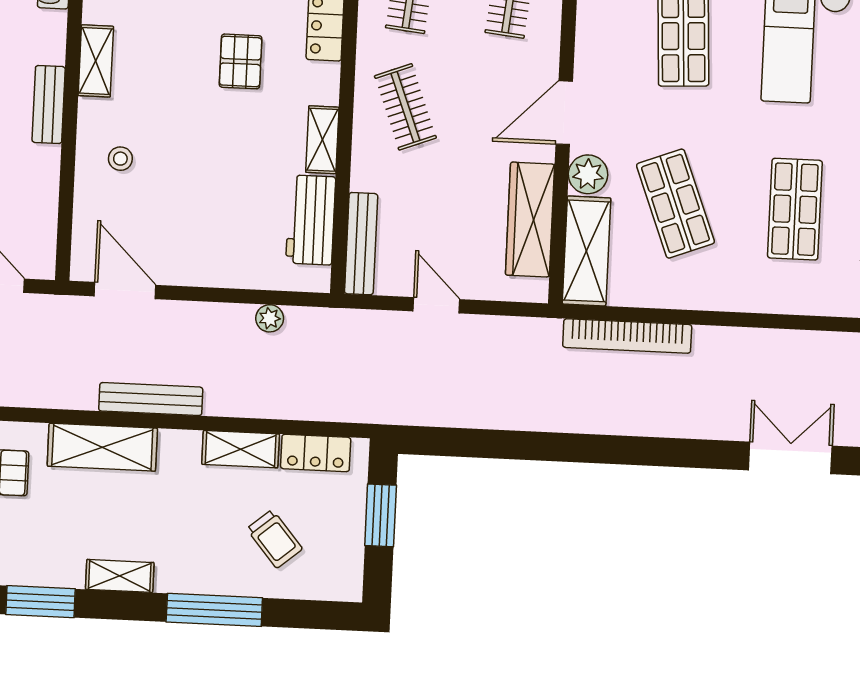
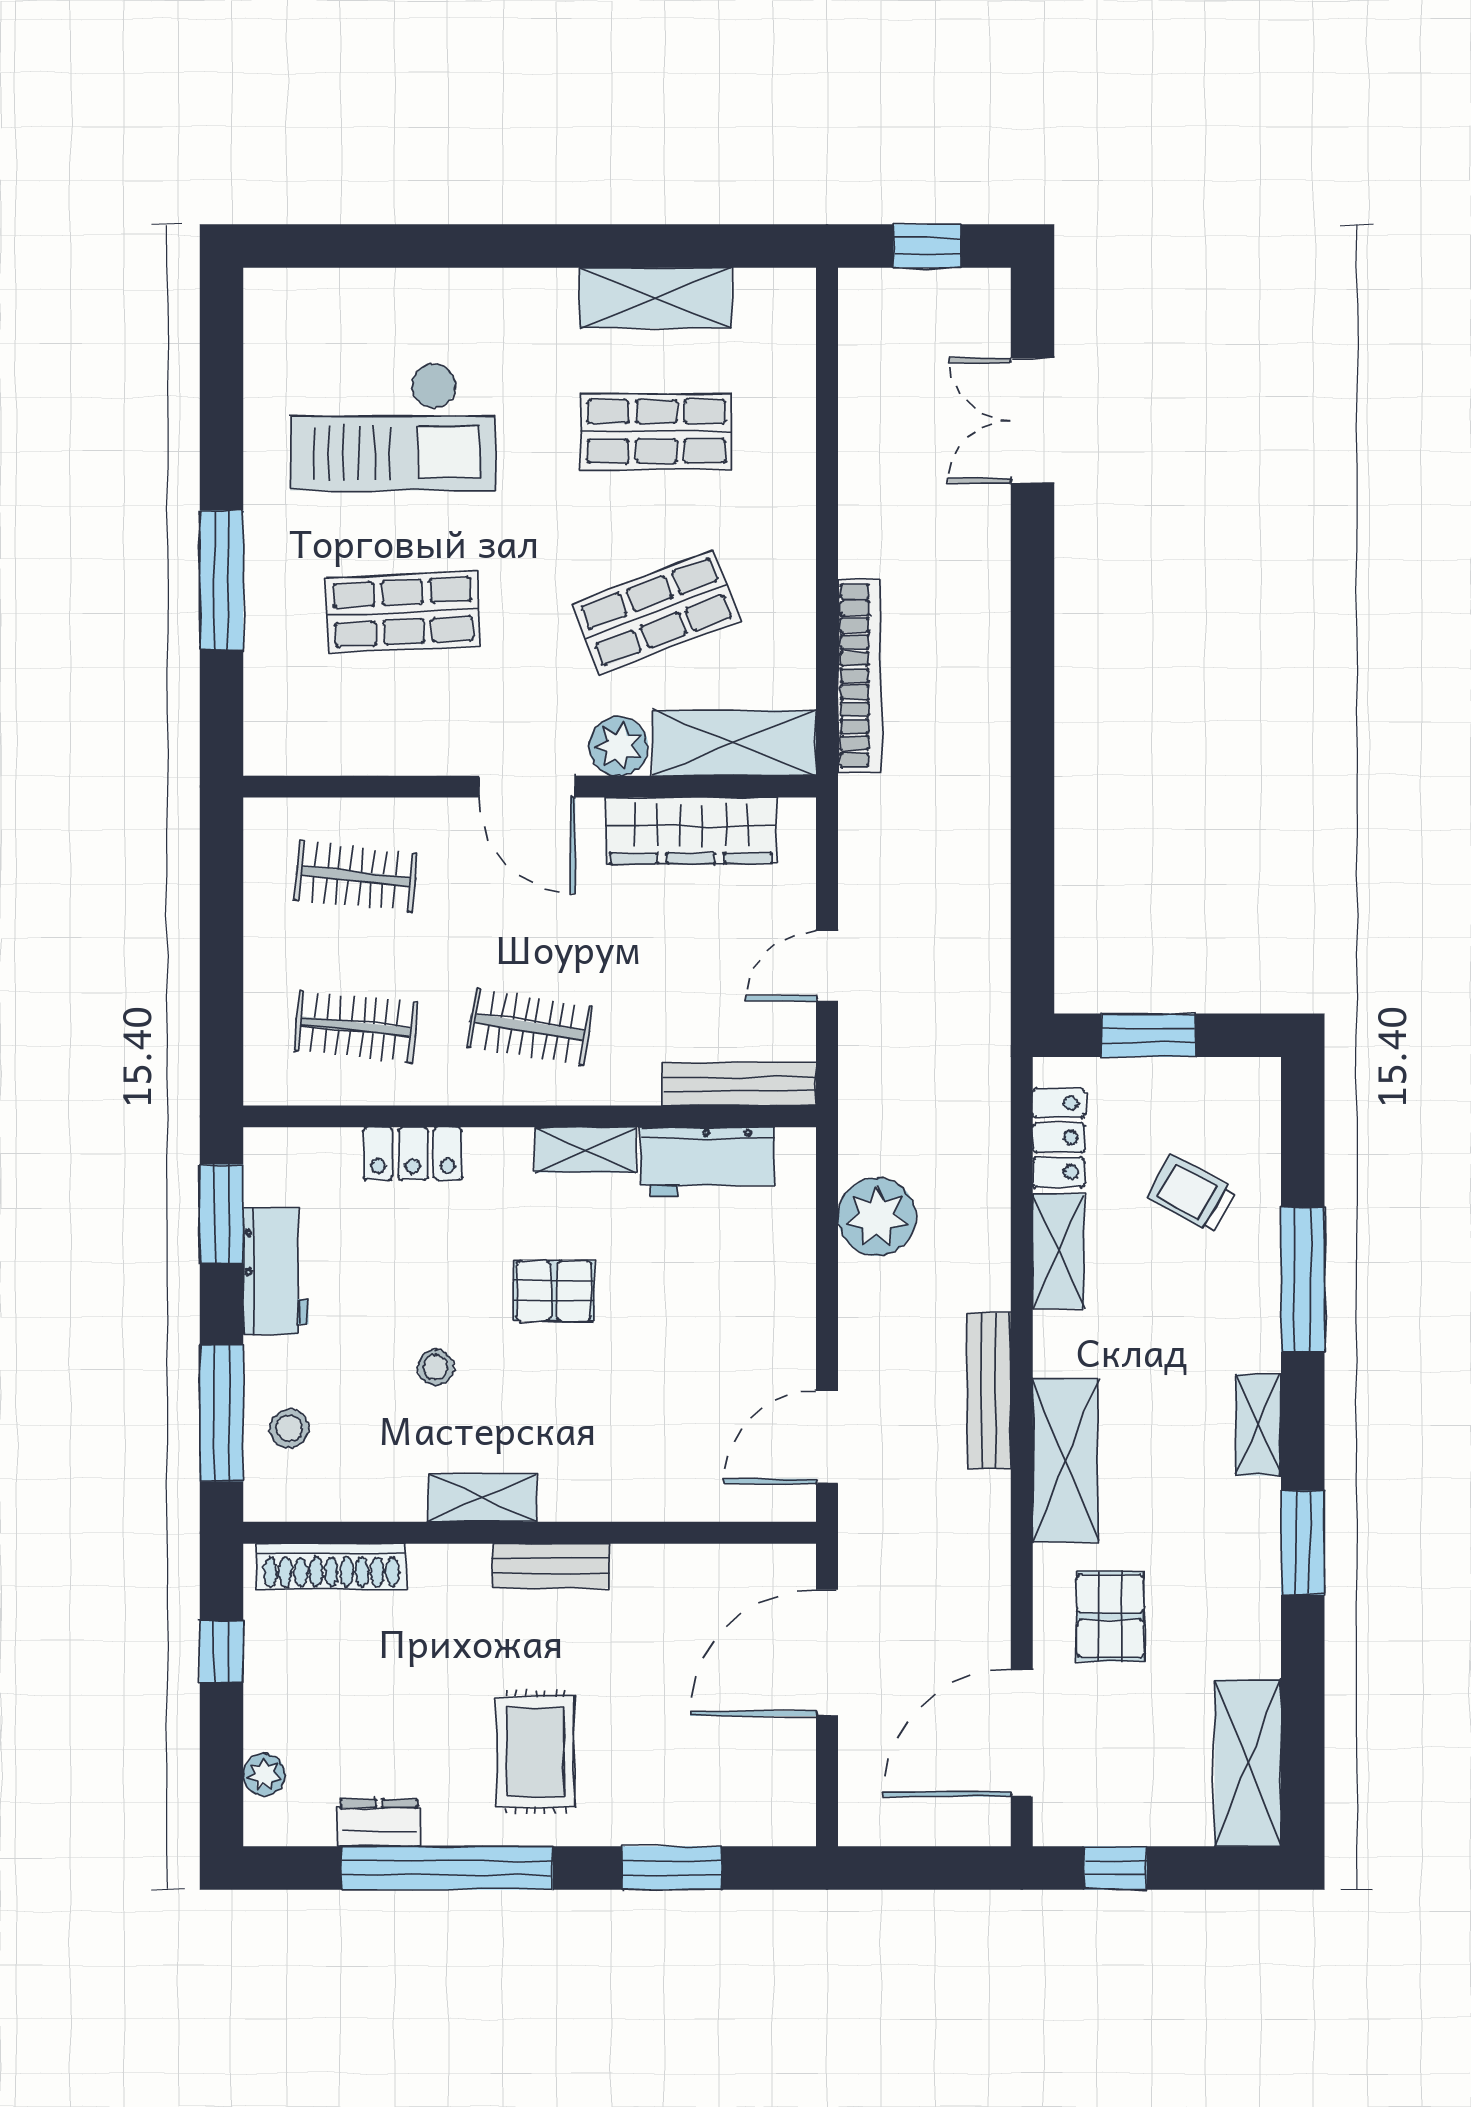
pallet: (241, 61) -> (554, 1291), moved
clothes rail: (405, 107) -> (530, 1027), turned 30
stool: (120, 159) -> (436, 1367), moved
plant: (270, 318) -> (877, 1217), width x1.88, depth x1.88
trolley: (275, 539) -> (1191, 1194), turned -111

